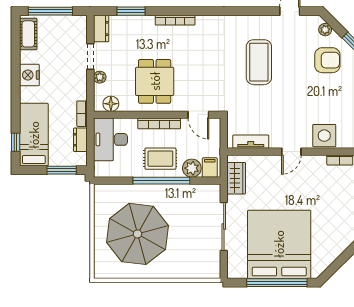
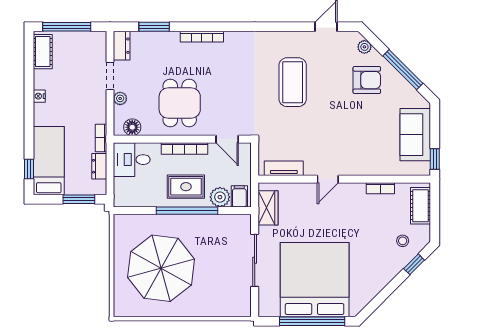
nightstand: (29, 75) -> (39, 96), width x0.53, depth x0.56
side table: (324, 136) -> (363, 162), removed
desk: (110, 139) -> (132, 160), width x0.73

